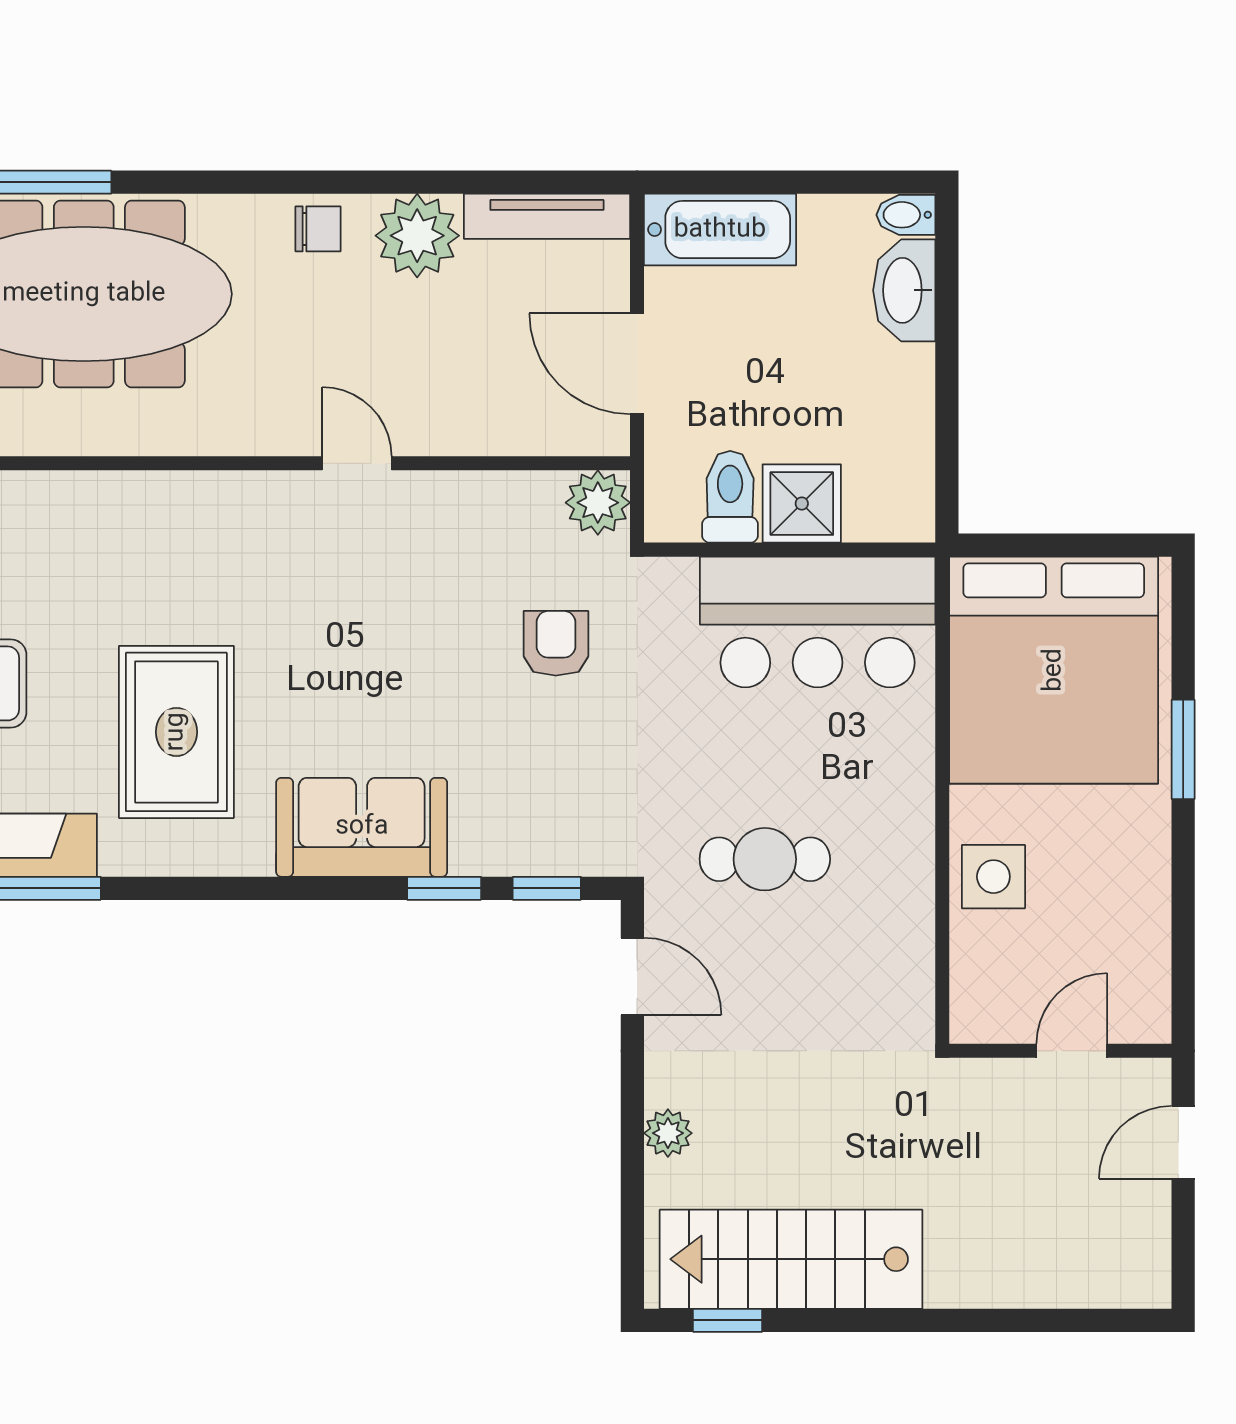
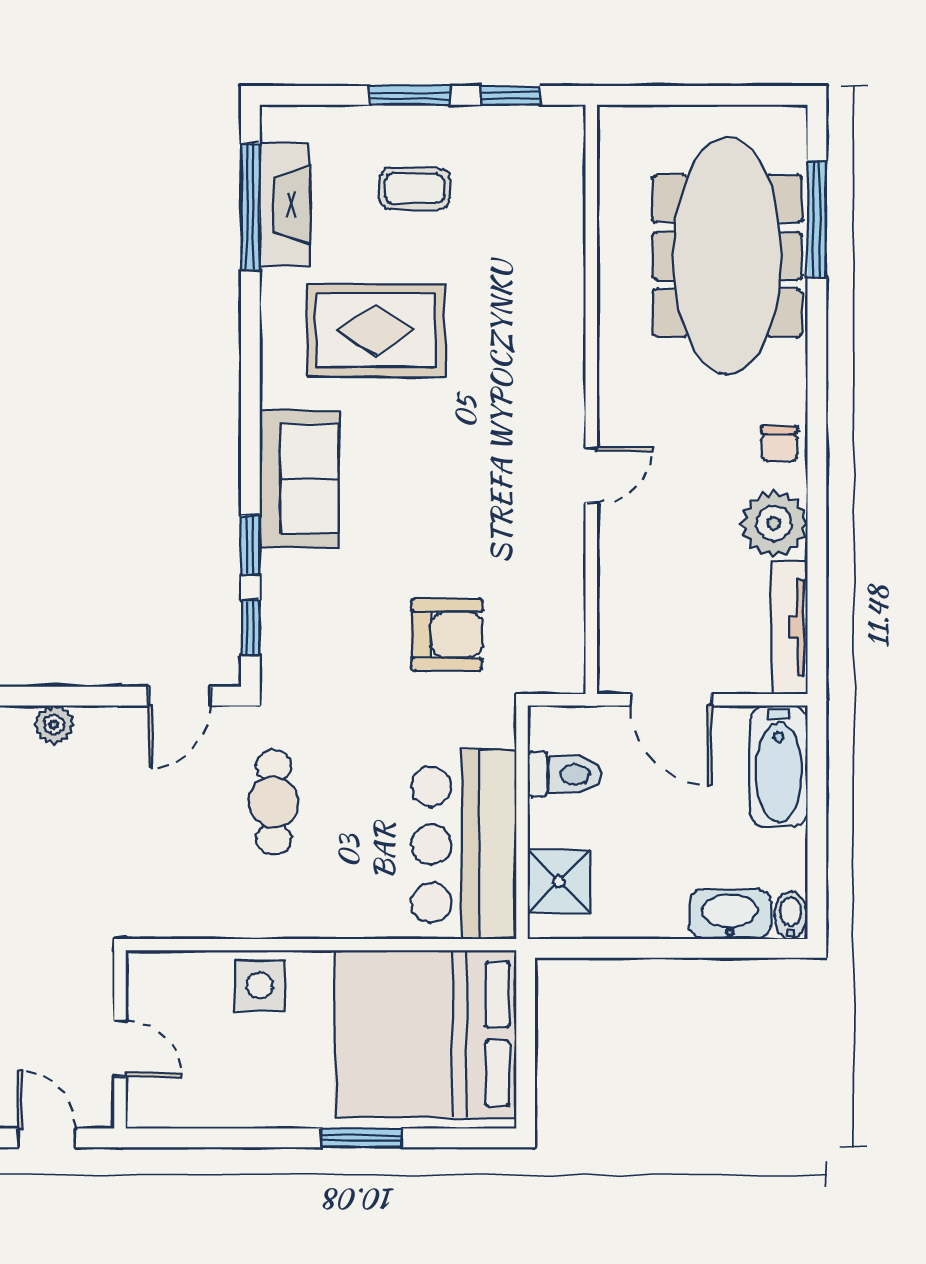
door: (637, 364) -> (671, 700), swing flipped
plant: (598, 503) -> (560, 668), removed
shower: (802, 504) -> (559, 882), moved
armchair: (556, 643) -> (447, 635), width x1.38, depth x1.38

